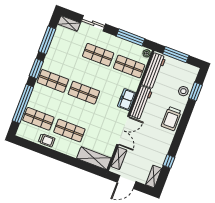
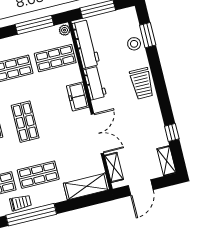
shop shelf: (84, 93) -> (25, 122), turned 90
workbench: (141, 103) -> (95, 83), width x0.73
window: (48, 152) -> (31, 215), added

